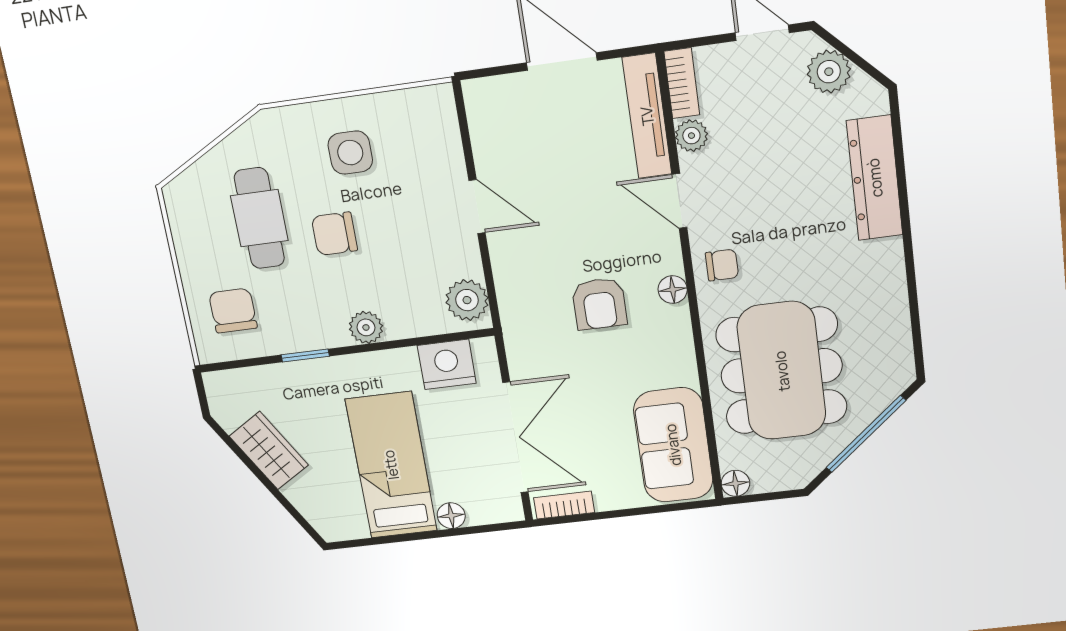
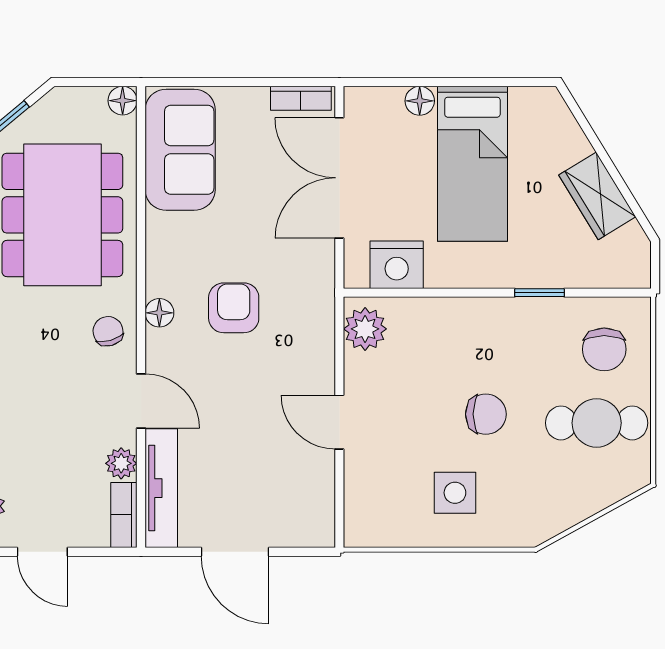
cafe table: (259, 218) -> (597, 423), moved, turned 90
chair: (722, 265) -> (108, 331), turned 74
plant: (366, 327) -> (472, 314), removed

